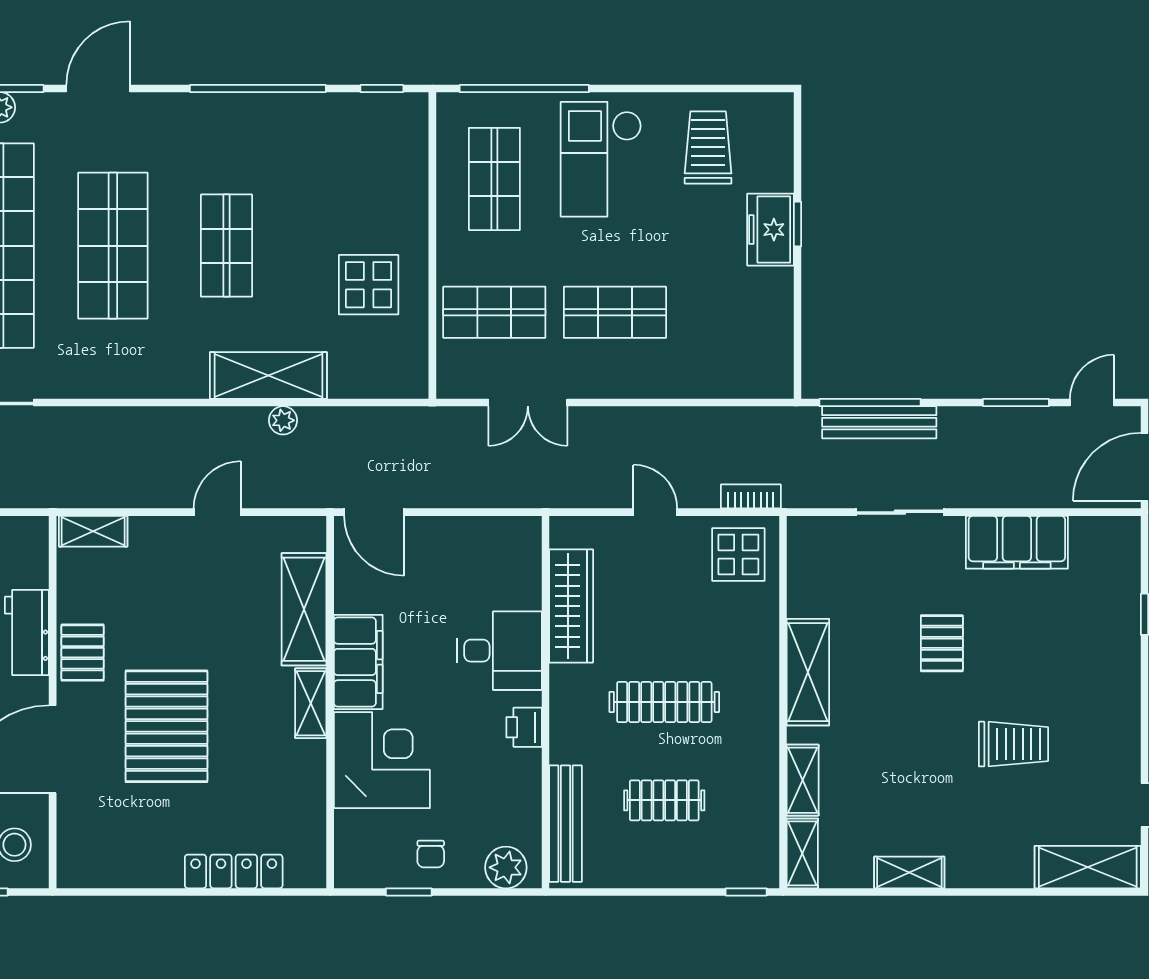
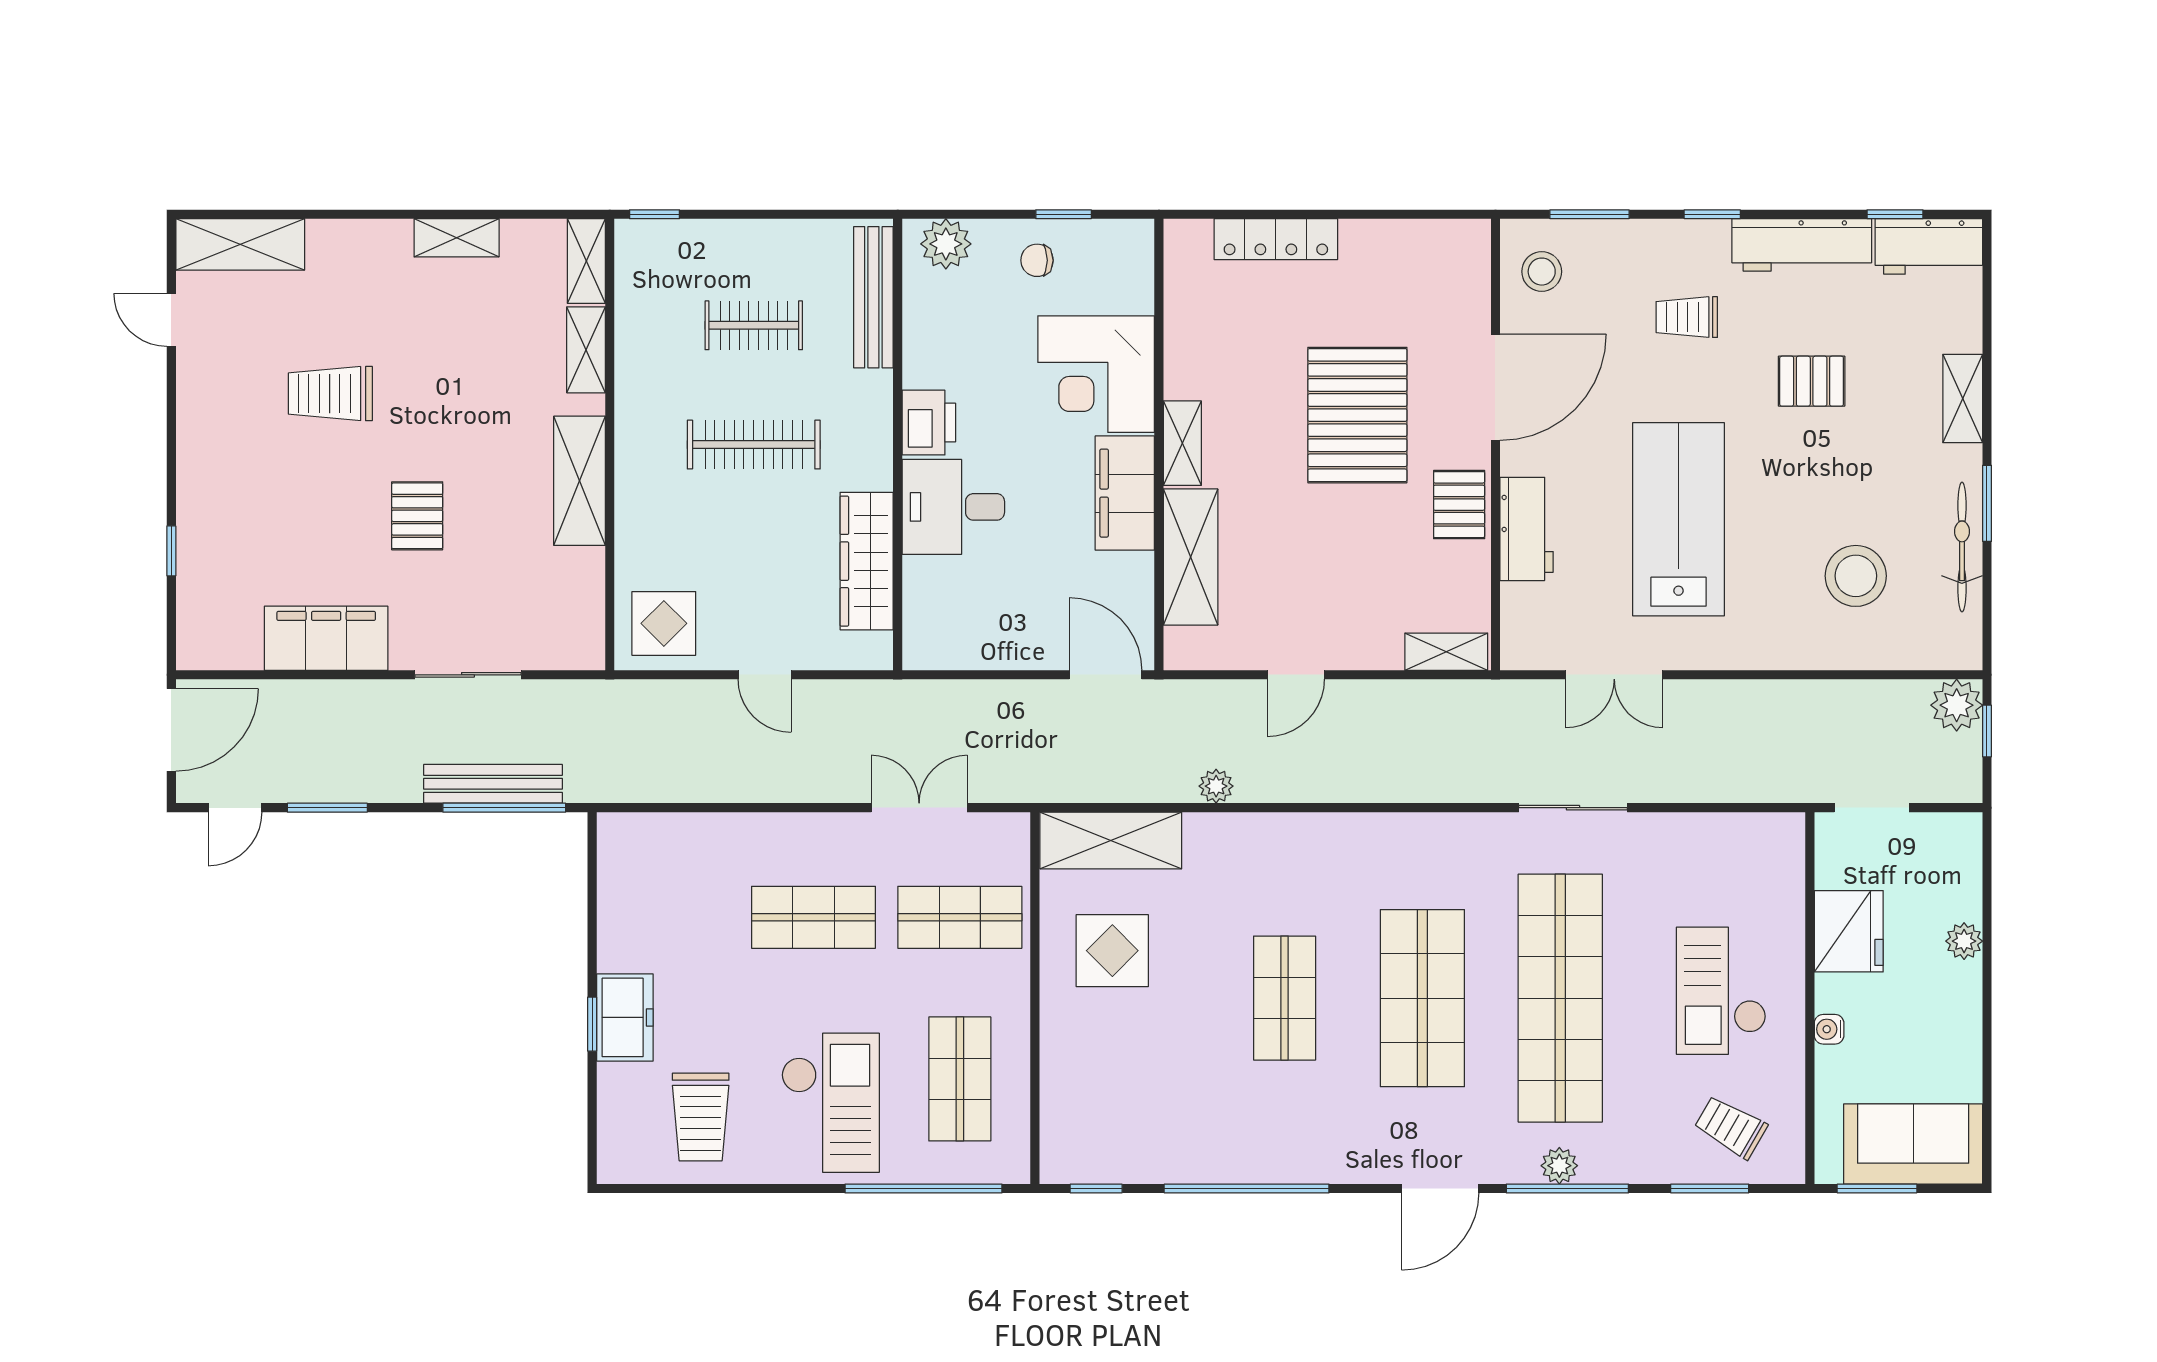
shelving: (268, 376) -> (1111, 840), moved
bookcase: (751, 496) -> (649, 694), removed
printer: (524, 727) -> (929, 423), width x1.36, depth x1.24
chair: (431, 854) -> (1037, 260), turned -90

